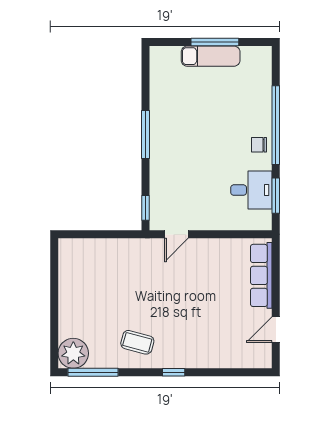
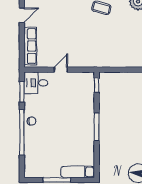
exam couch: (211, 56) -> (78, 172), moved
desk: (251, 190) -> (36, 83), moved
door: (176, 234) -> (61, 70), moved

